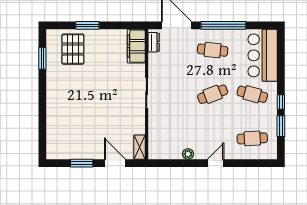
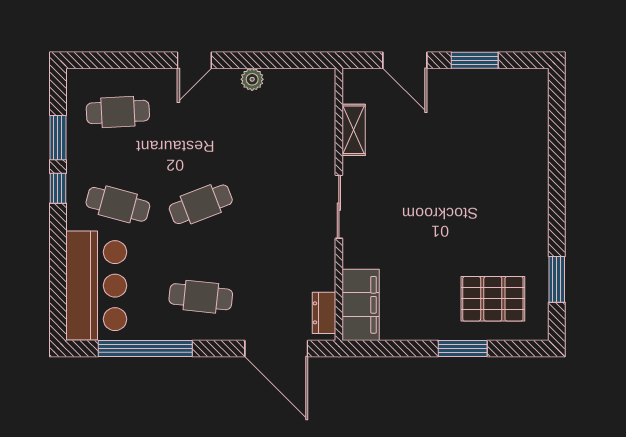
window: (223, 25) -> (145, 348), moved
pallet: (73, 49) -> (493, 299), turned 90
shelving: (140, 147) -> (354, 130), moved

